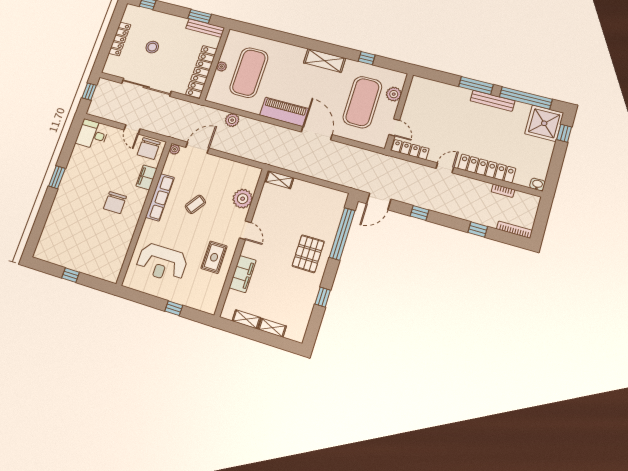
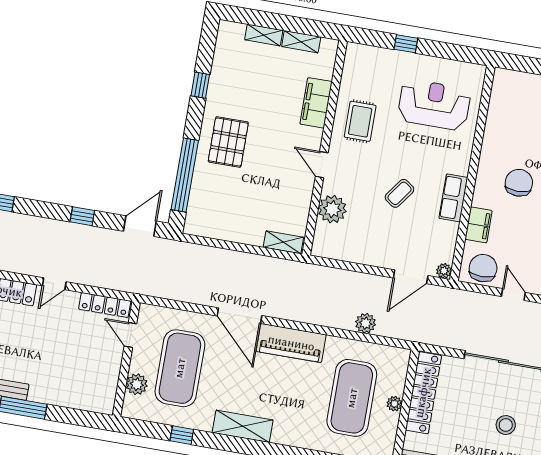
row of seats: (160, 197) -> (453, 198), width x0.68

